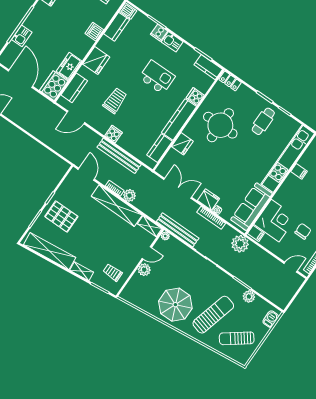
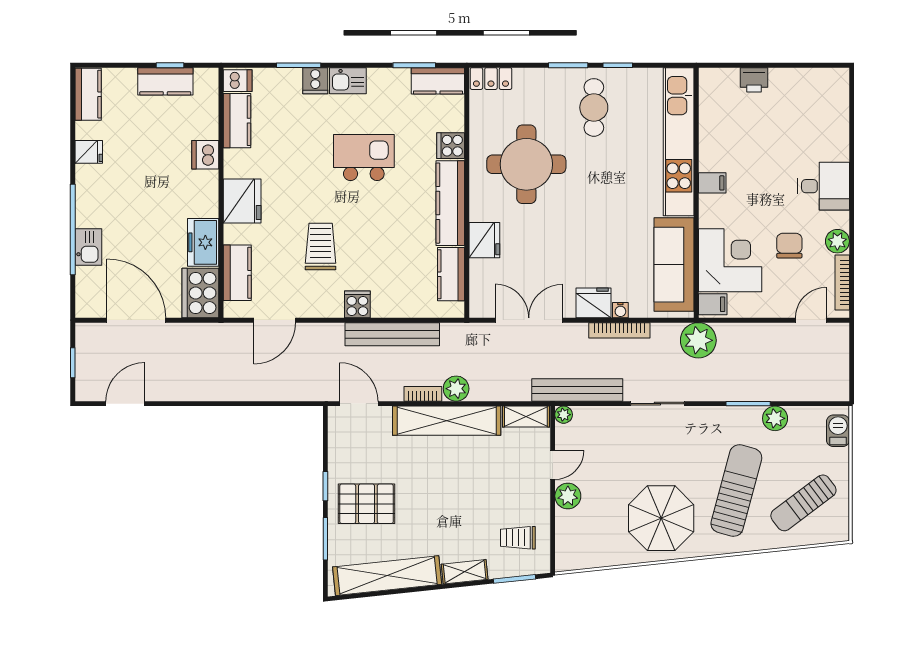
filing cabinet: (299, 171) -> (712, 183), moved

